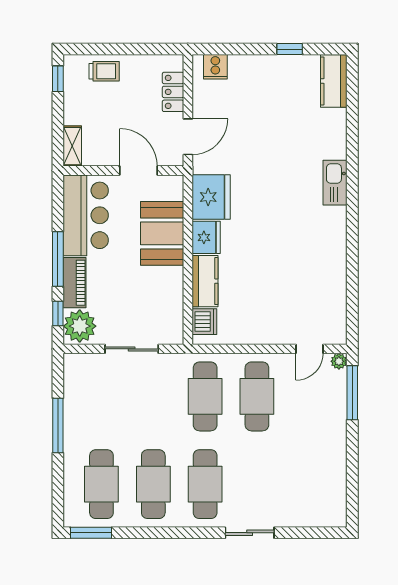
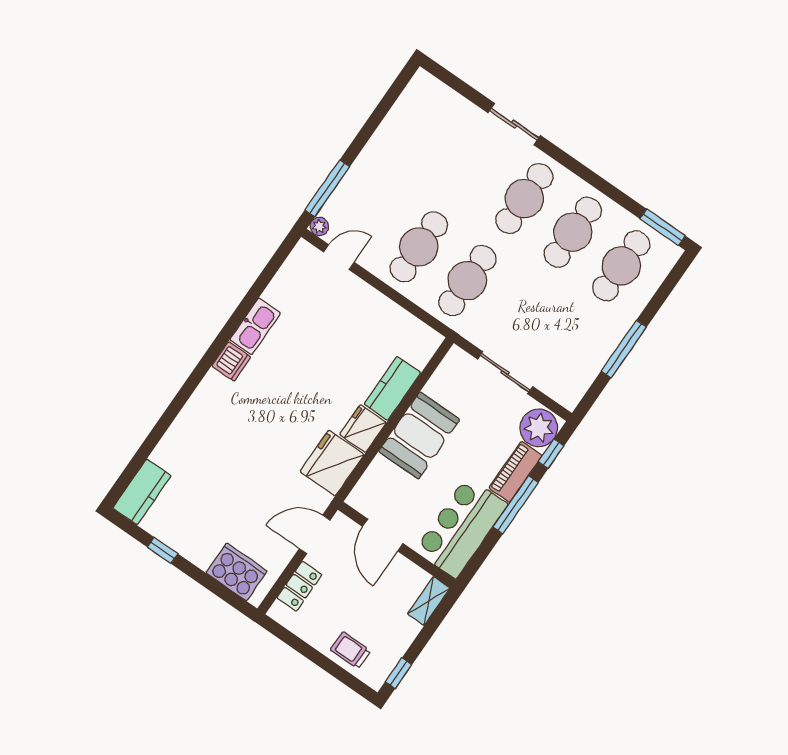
cooker: (215, 67) -> (236, 572), width x1.87, depth x1.31
kitchen sink: (335, 183) -> (255, 326), moved
booth: (162, 233) -> (419, 435), moved
dishwasher: (204, 322) -> (231, 361), moved, turned 180

